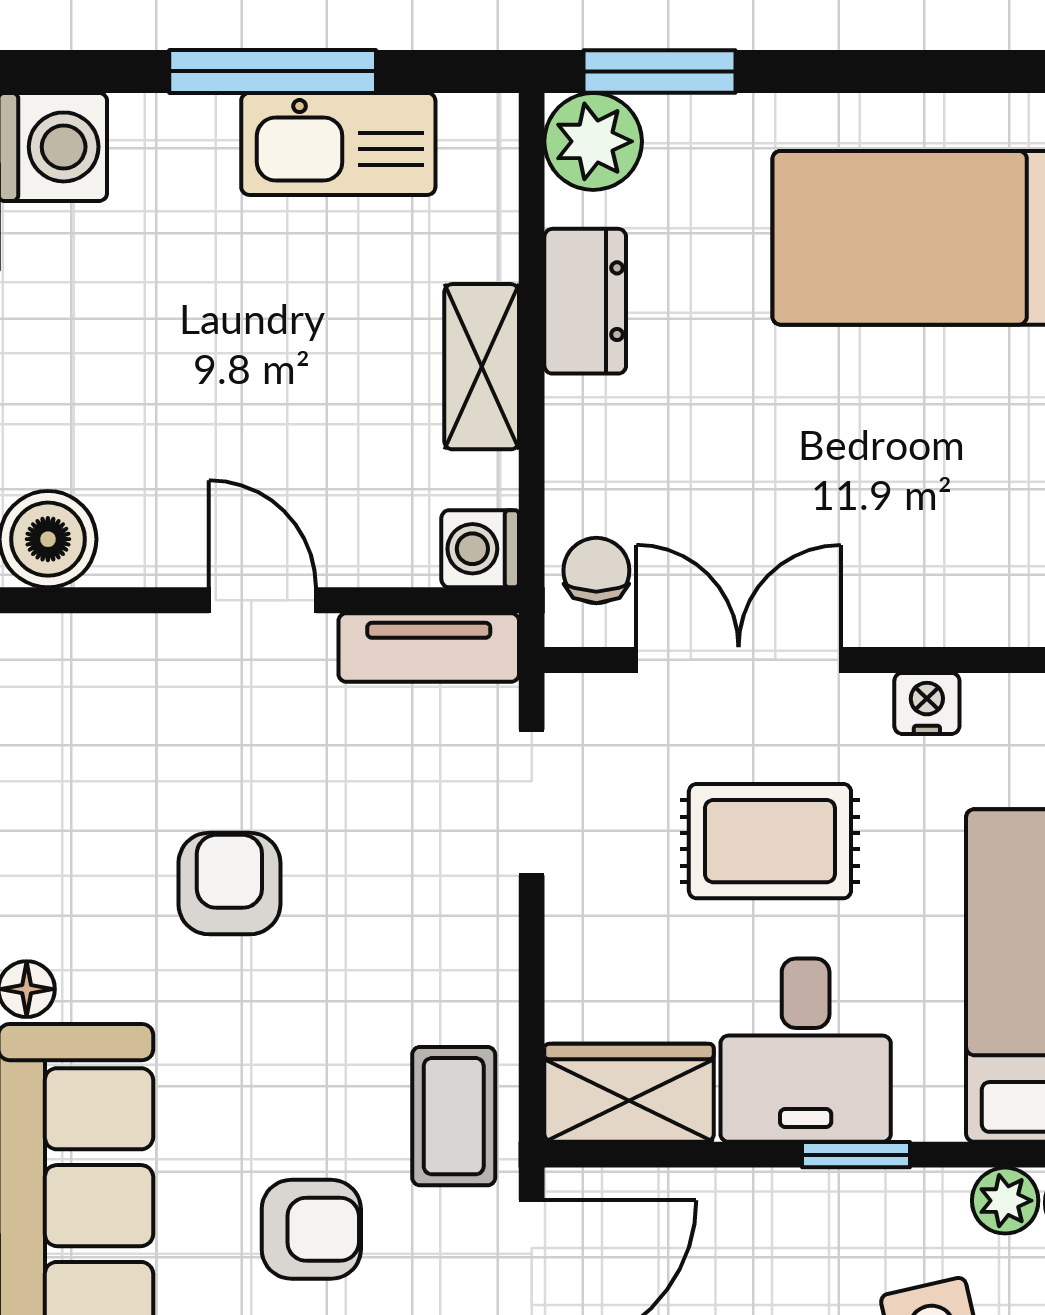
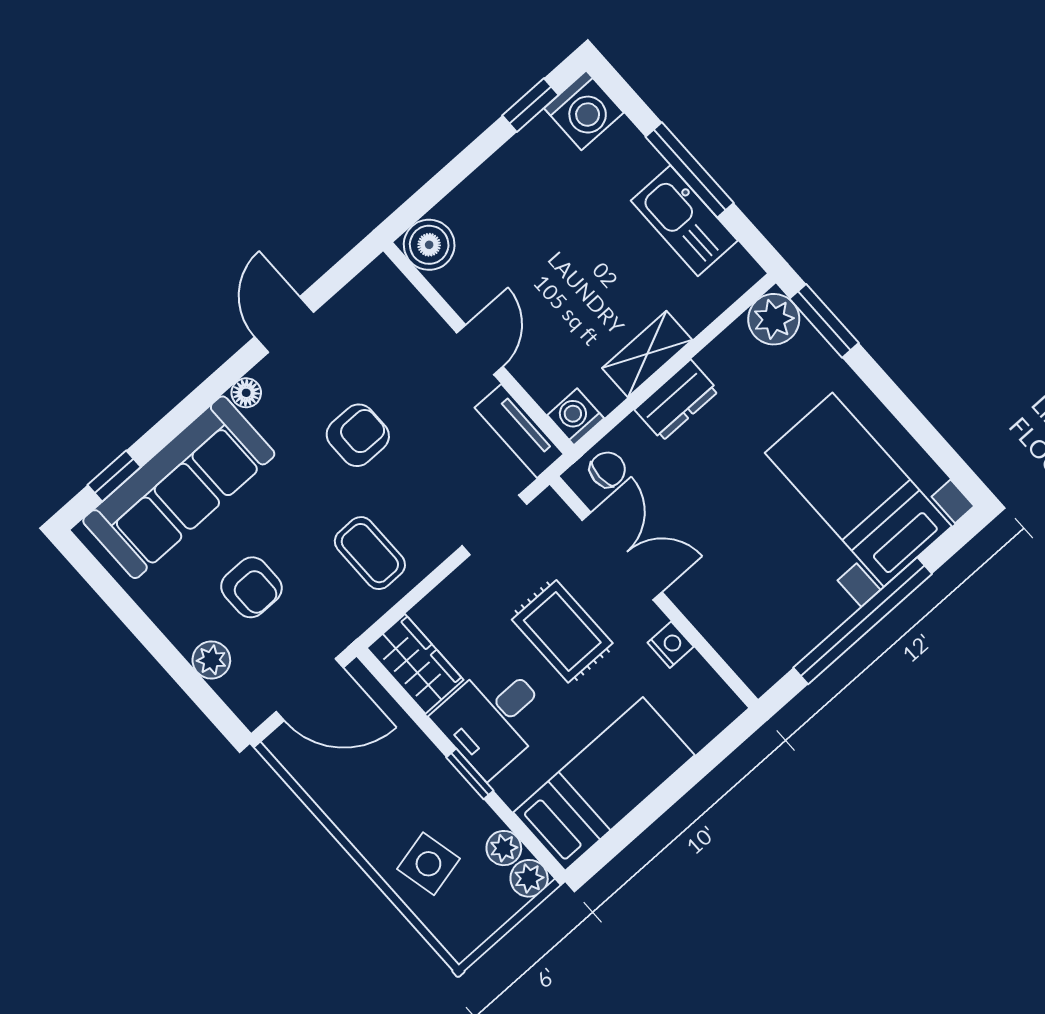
dresser: (585, 301) -> (677, 400), moved
coffee table: (454, 1116) -> (370, 553), moved, turned 90

